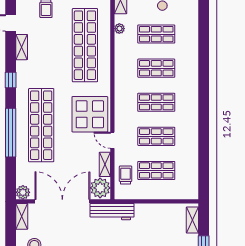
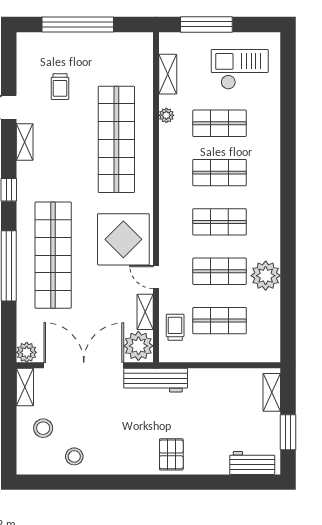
plant: (188, 139) -> (266, 276), added

